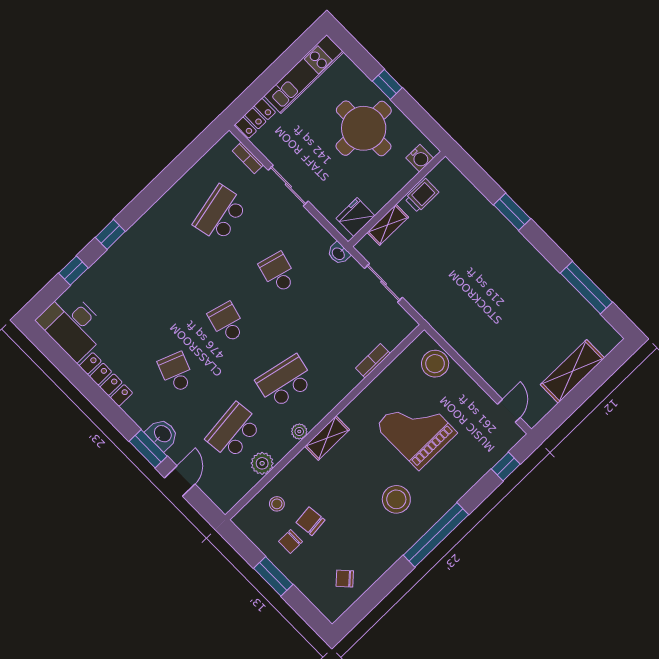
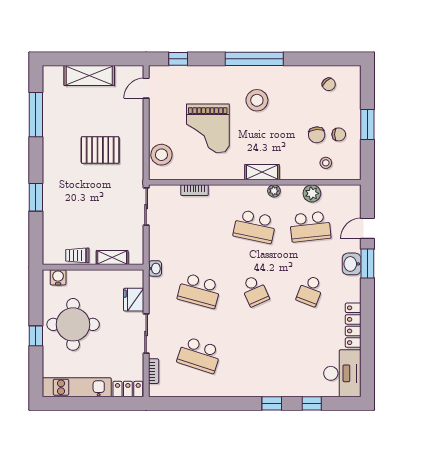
school desk: (220, 214) -> (199, 355), turned 30
fridge: (355, 217) -> (134, 300), moved, turned 90
school desk: (278, 273) -> (199, 291), width x1.85
sliding door: (384, 283) -> (146, 207), moved
pallet: (496, 313) -> (100, 150), added
school desk: (227, 322) -> (255, 291), turned -39

